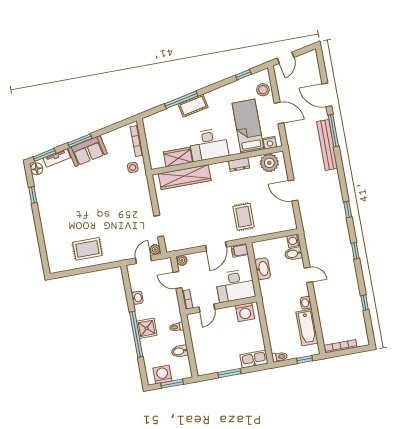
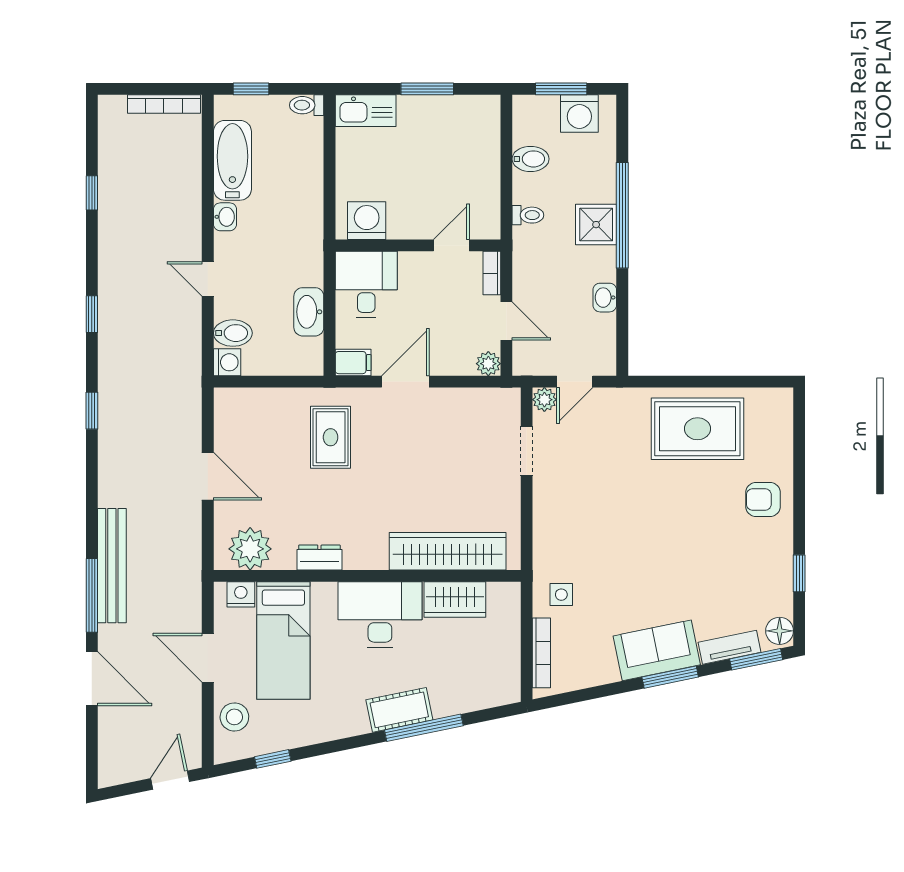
armchair: (54, 224) -> (763, 499), added
rug: (87, 249) -> (697, 429), width x1.36, depth x1.43
desk: (235, 286) -> (366, 285), width x0.73

